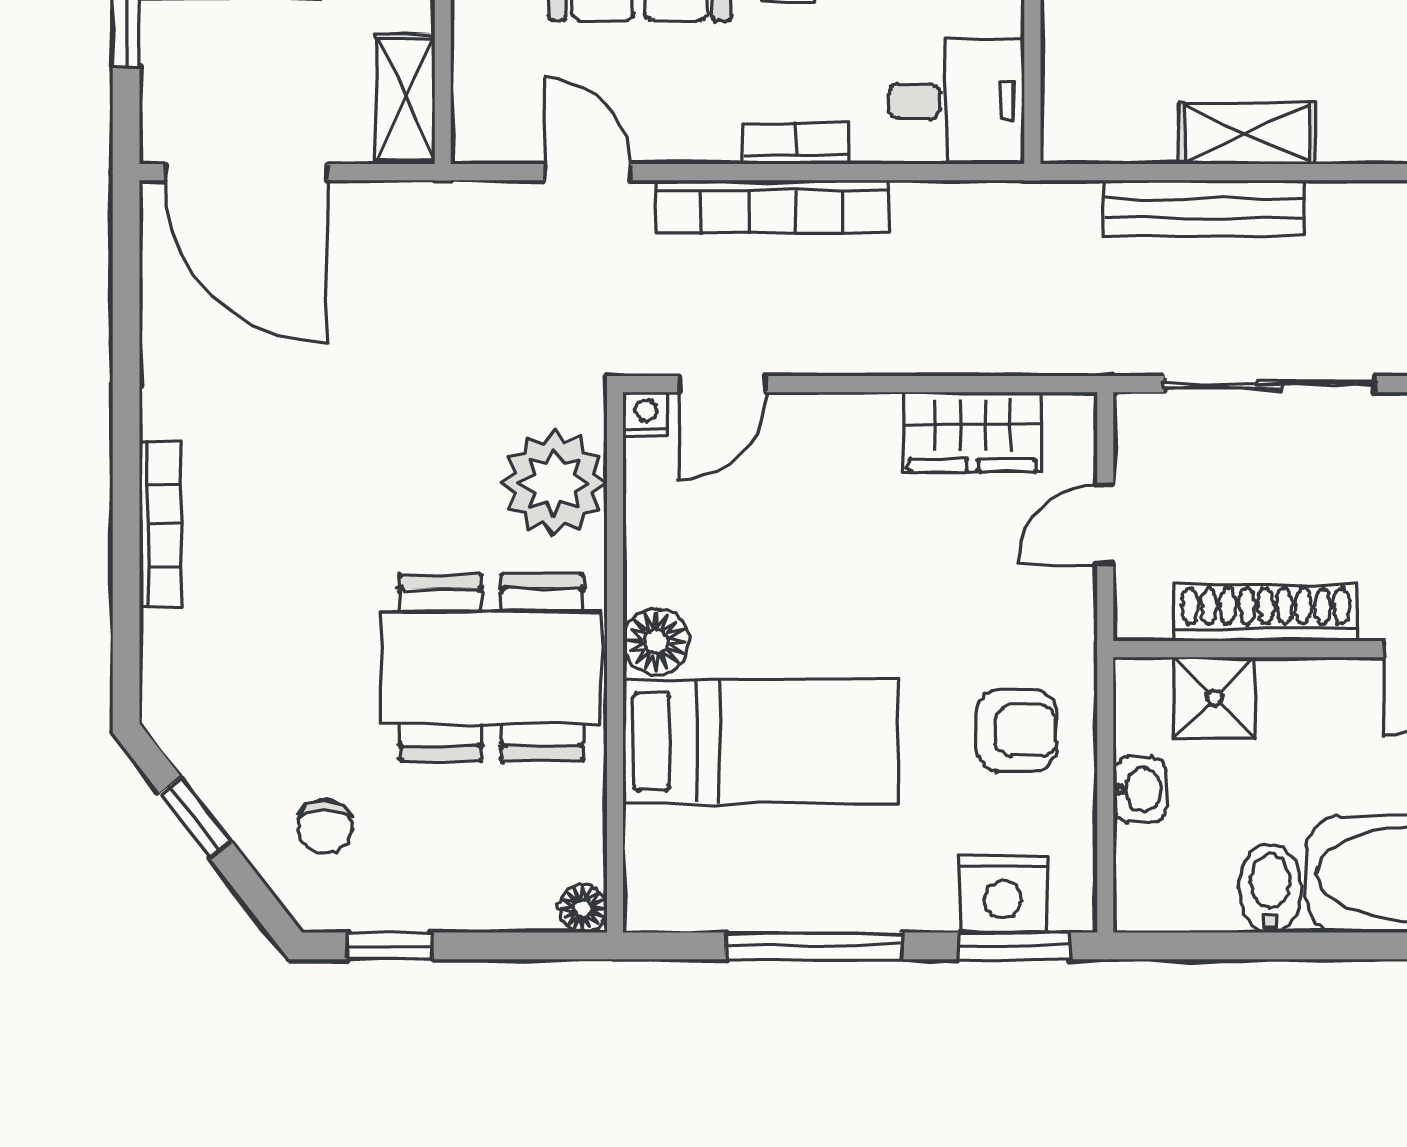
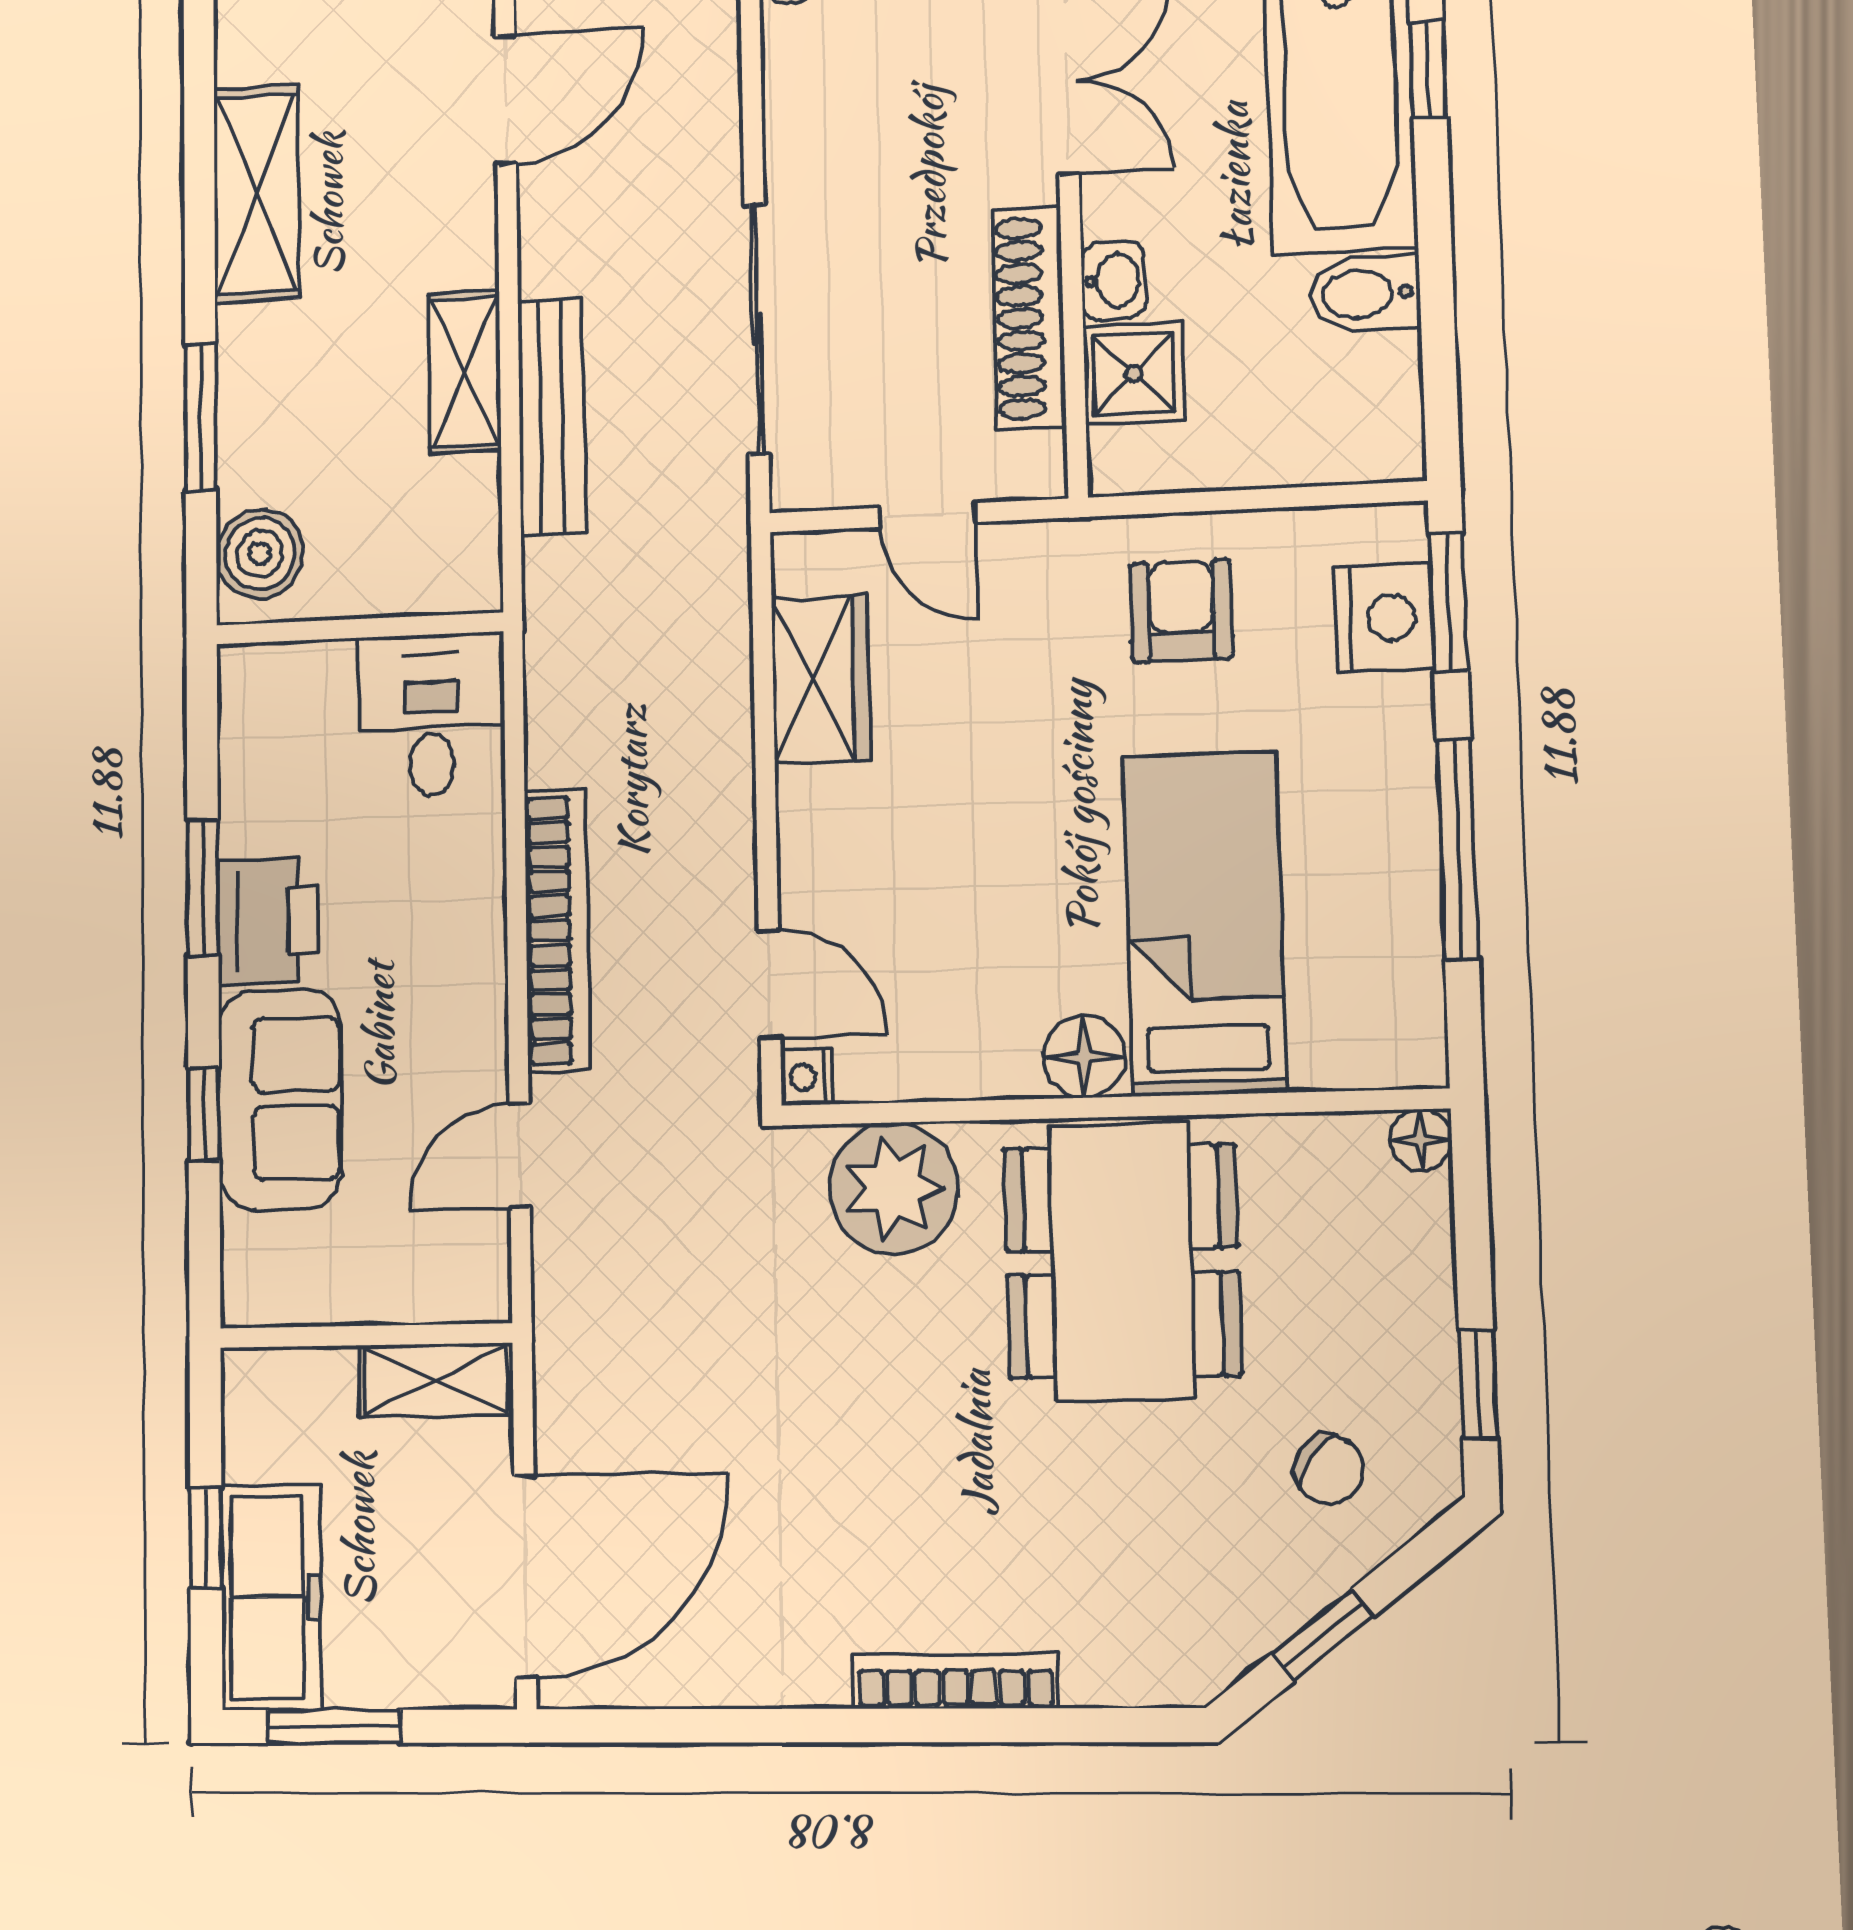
bookcase: (796, 143) -> (482, 905), removed
washbasin: (1140, 790) -> (1113, 280), moved, turned 90
chair: (325, 827) -> (1329, 1469), turned 36

